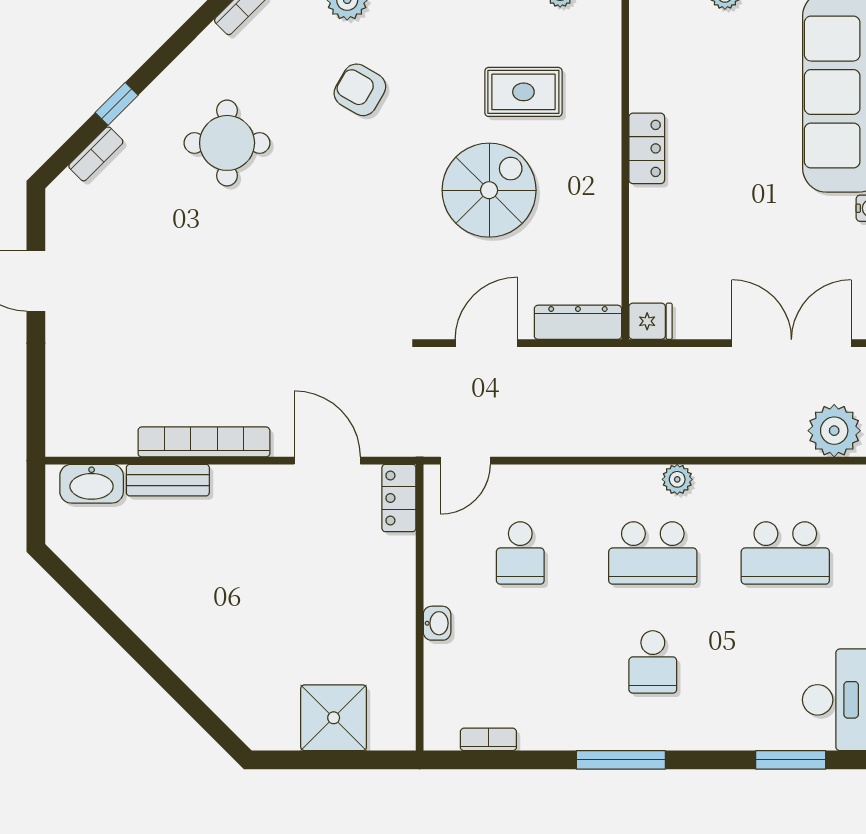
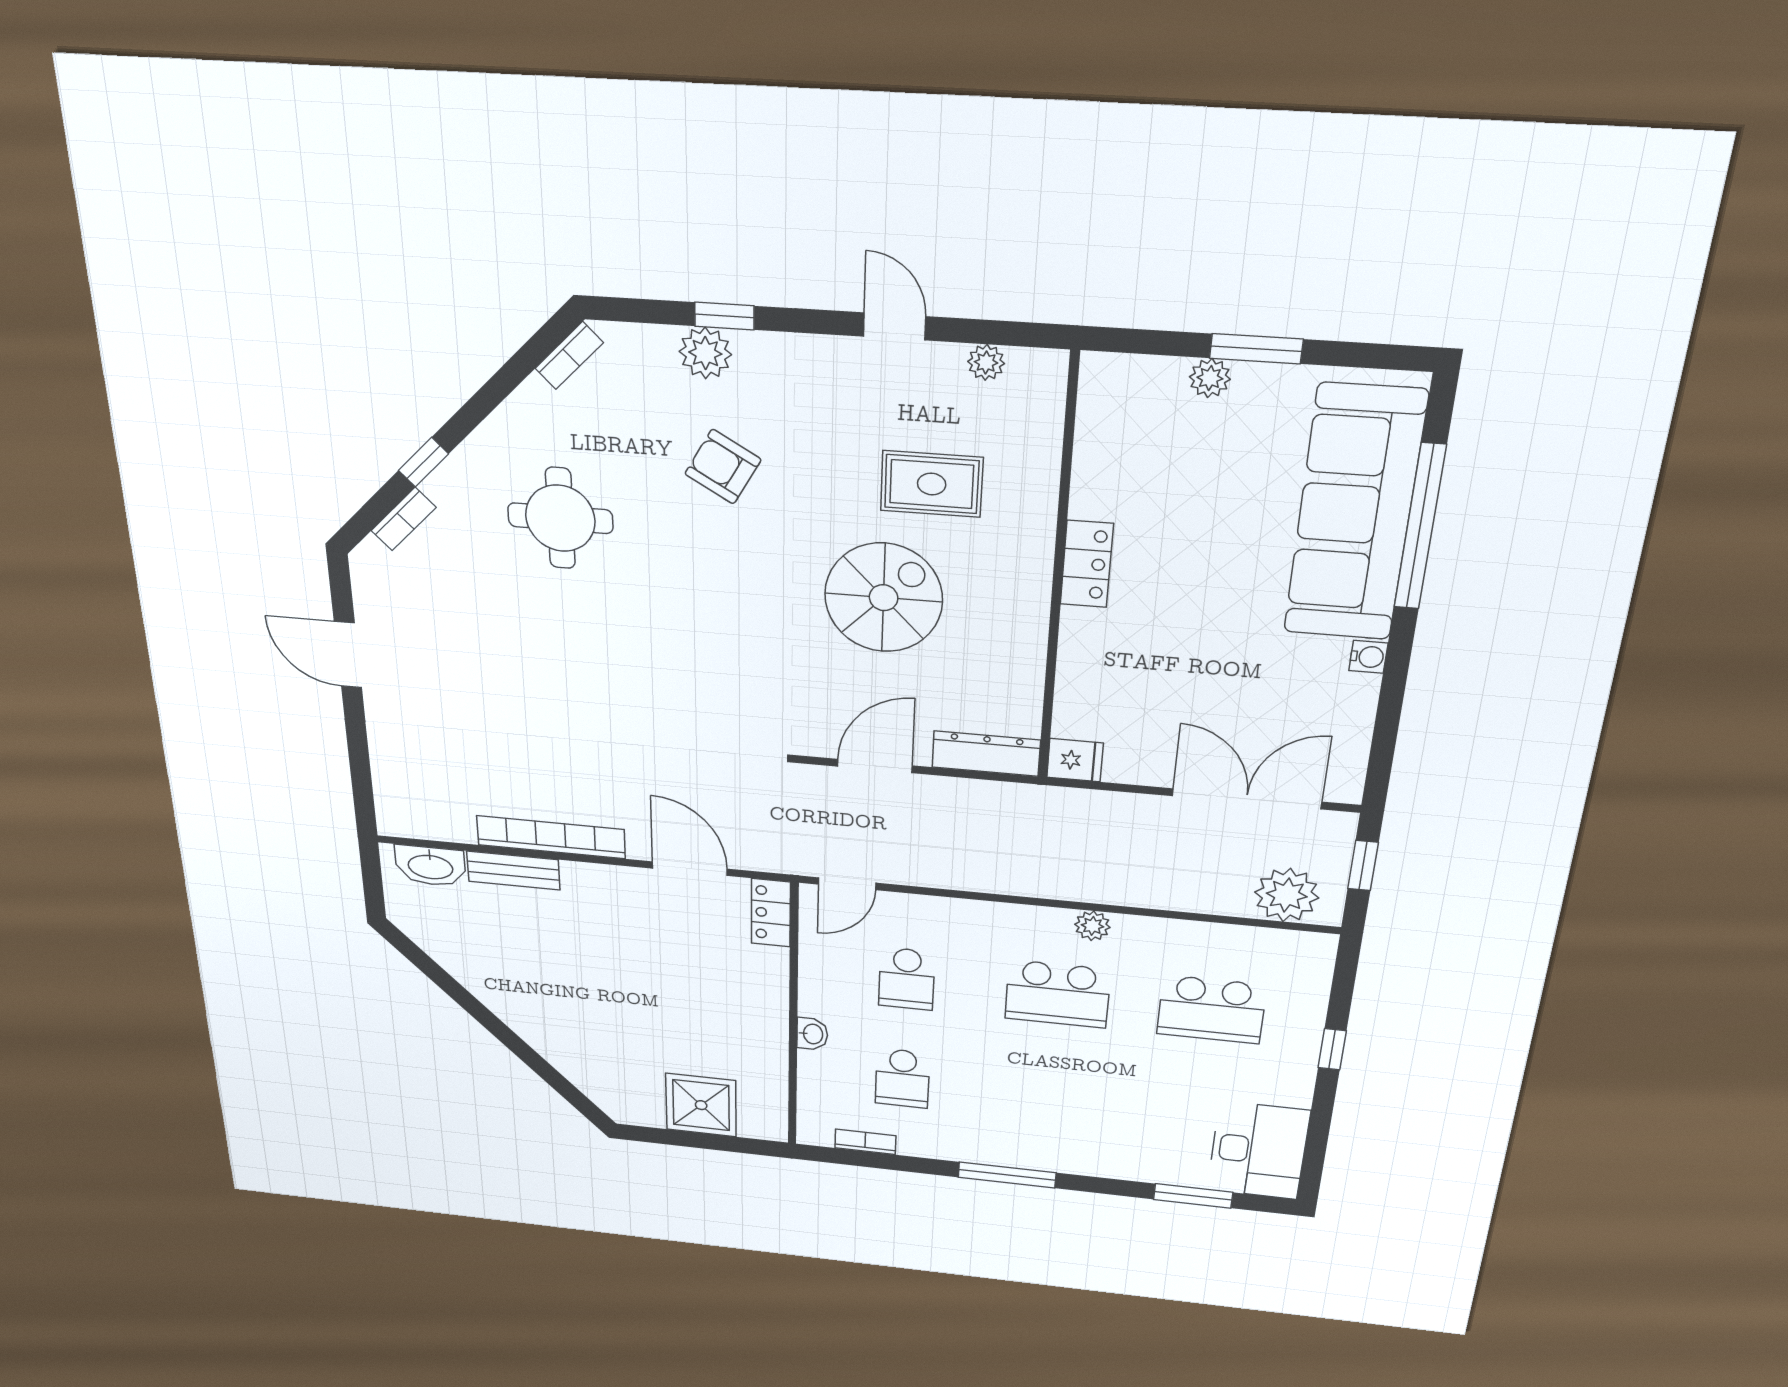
school desk: (653, 662) -> (902, 1078), moved

